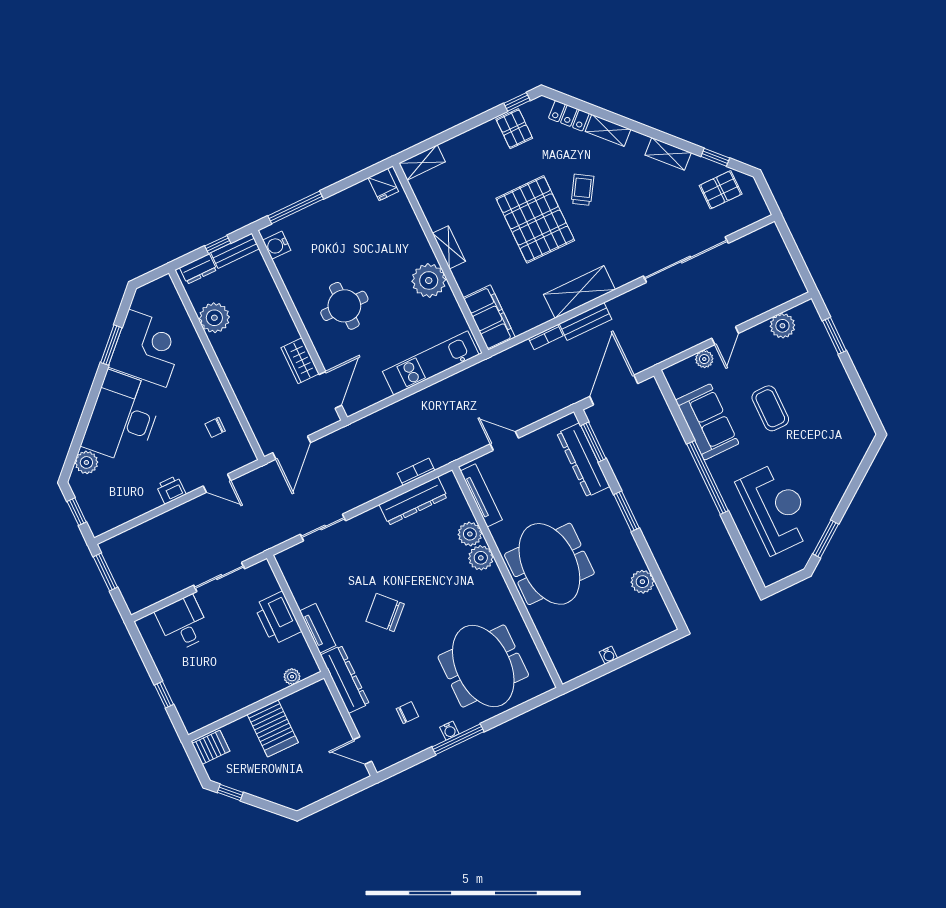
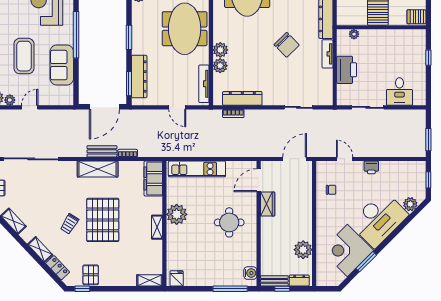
plant: (704, 359) -> (10, 100), moved
coffee table: (770, 408) -> (24, 56), width x1.36, depth x1.32

